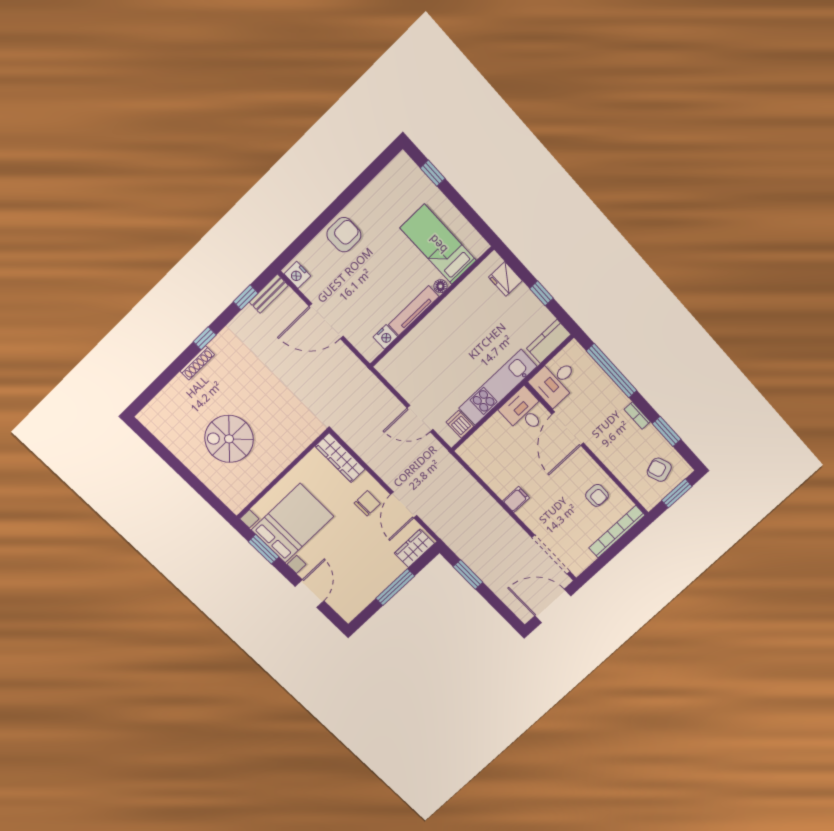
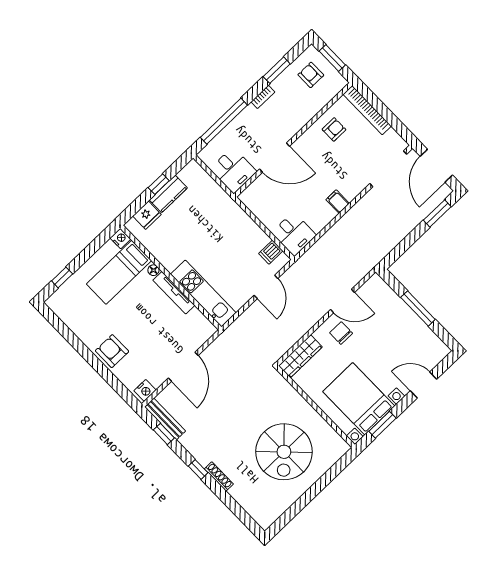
bench: (269, 294) -> (165, 419), width x1.36
nightstand: (385, 337) -> (120, 238), moved
kitchen counter: (549, 341) -> (168, 194), moved, turned -90
kitchen unit: (498, 387) -> (203, 294), moved, turned 180
desk: (524, 411) -> (294, 234), moved, turned -90
spiral stairs: (229, 439) -> (284, 452), width x1.37, depth x1.37
armchair: (659, 470) -> (311, 75), turned 110
wardrobe: (414, 548) -> (382, 291), removed
window: (468, 574) -> (437, 213), moved

